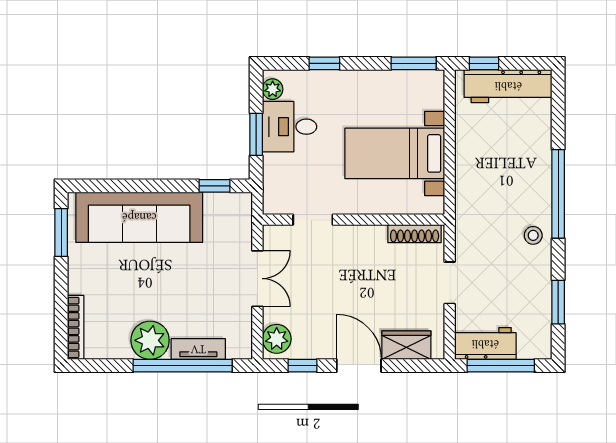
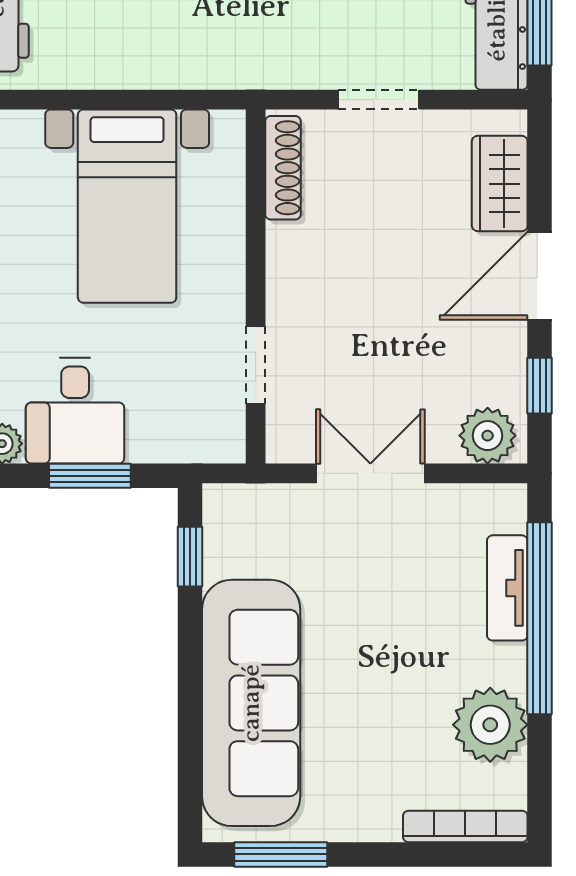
plant: (150, 340) -> (490, 725), moved

